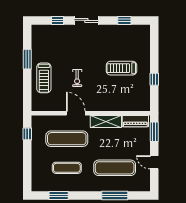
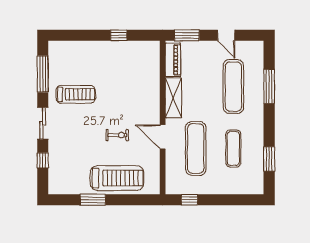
window: (124, 20) -> (43, 74), width x2.17
treadmill: (122, 68) -> (76, 94), moved, turned -90
treadmill: (44, 78) -> (117, 178), width x1.37, depth x1.38
door: (76, 113) -> (163, 137), hinge flipped
door: (154, 162) -> (226, 35), hinge flipped

